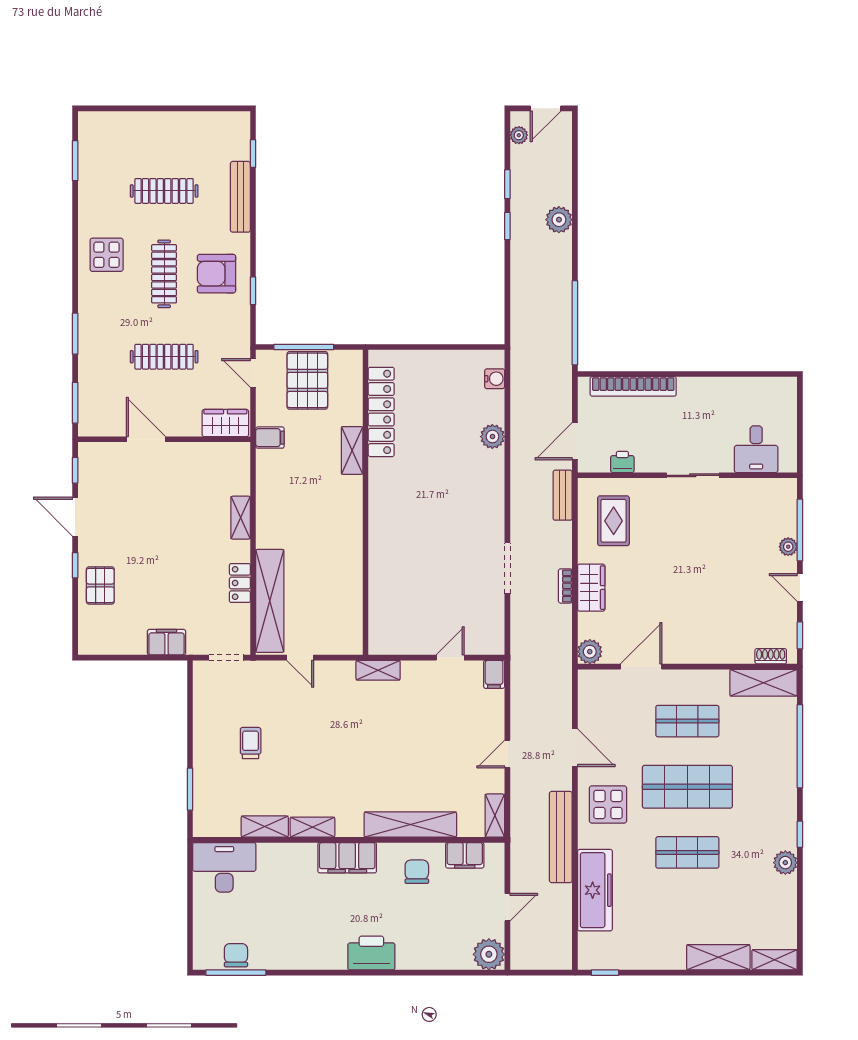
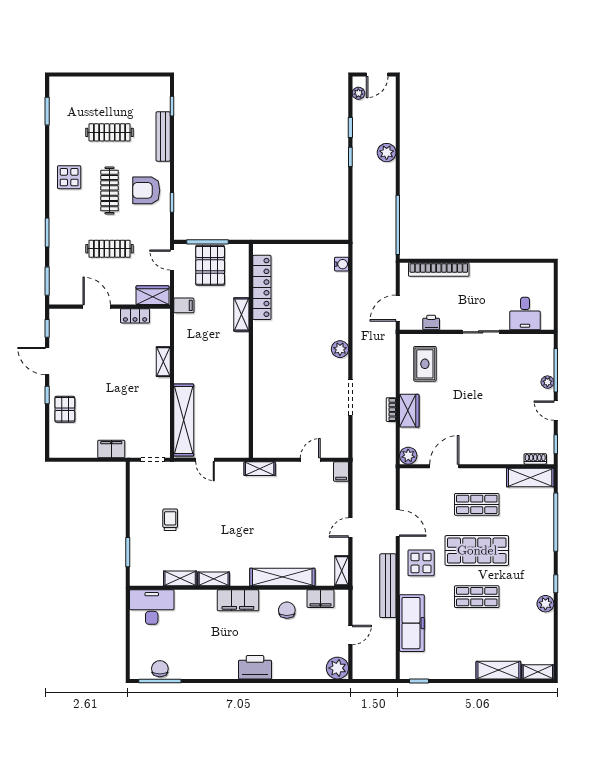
plant: (492, 437) -> (340, 349), moved
bench: (563, 495) -> (389, 346), removed
locker: (240, 583) -> (135, 316), moved, turned -90

